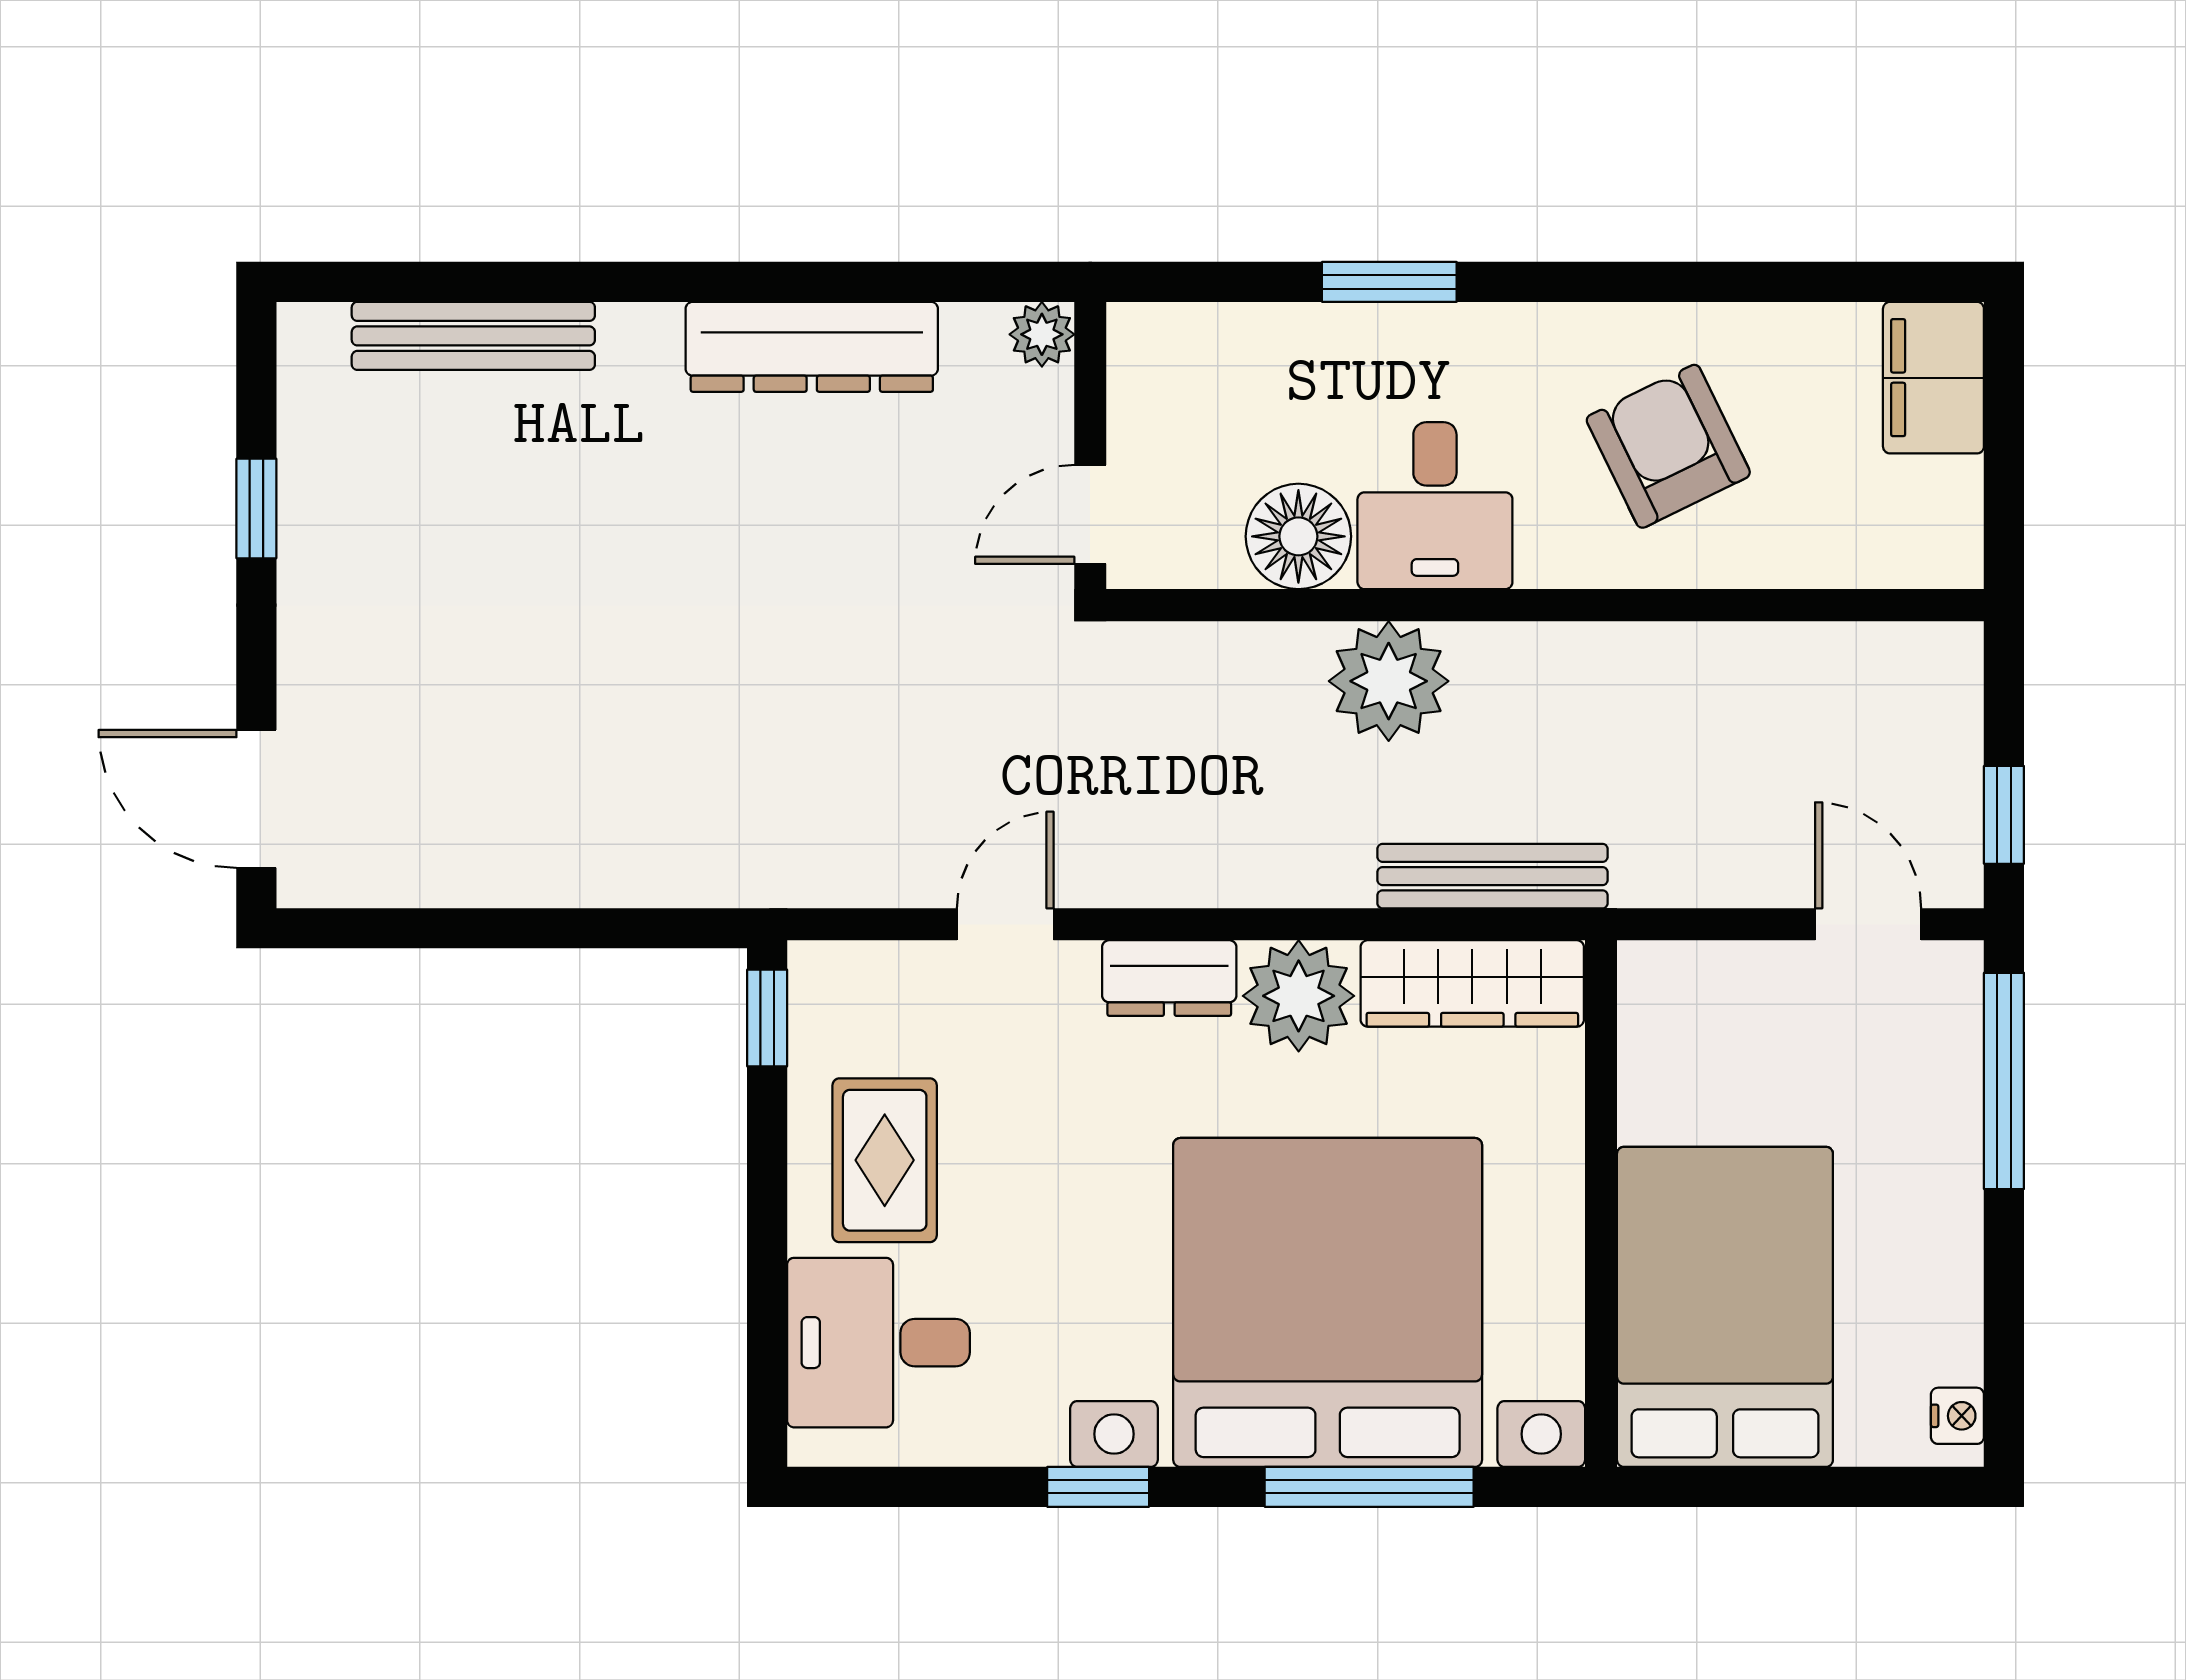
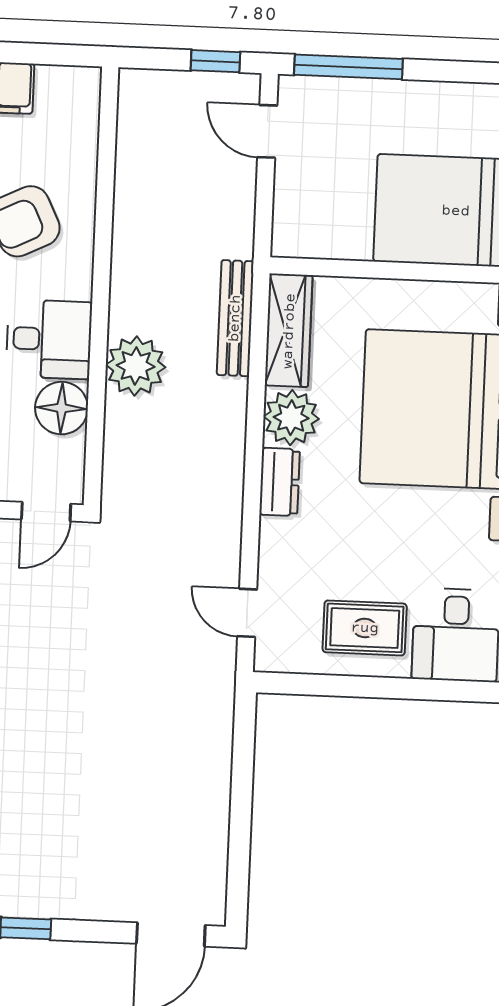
door: (1090, 514) -> (46, 512), hinge flipped
door: (1005, 924) -> (247, 613), moved
door: (1868, 924) -> (267, 131), hinge flipped
window: (767, 1018) -> (291, 684), removed

